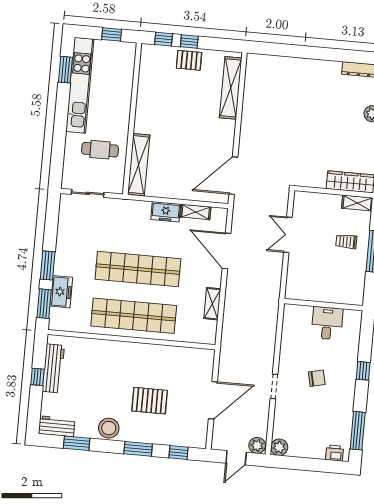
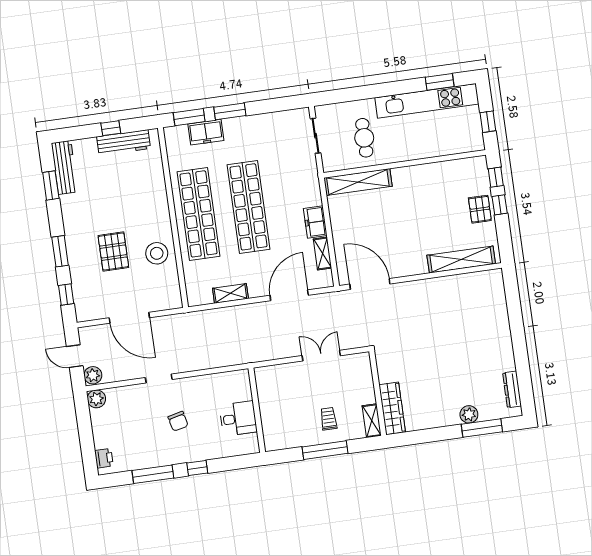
workbench: (57, 426) -> (65, 167), width x1.38
stool: (109, 428) -> (157, 253), moved
window: (358, 431) -> (153, 474), moved

